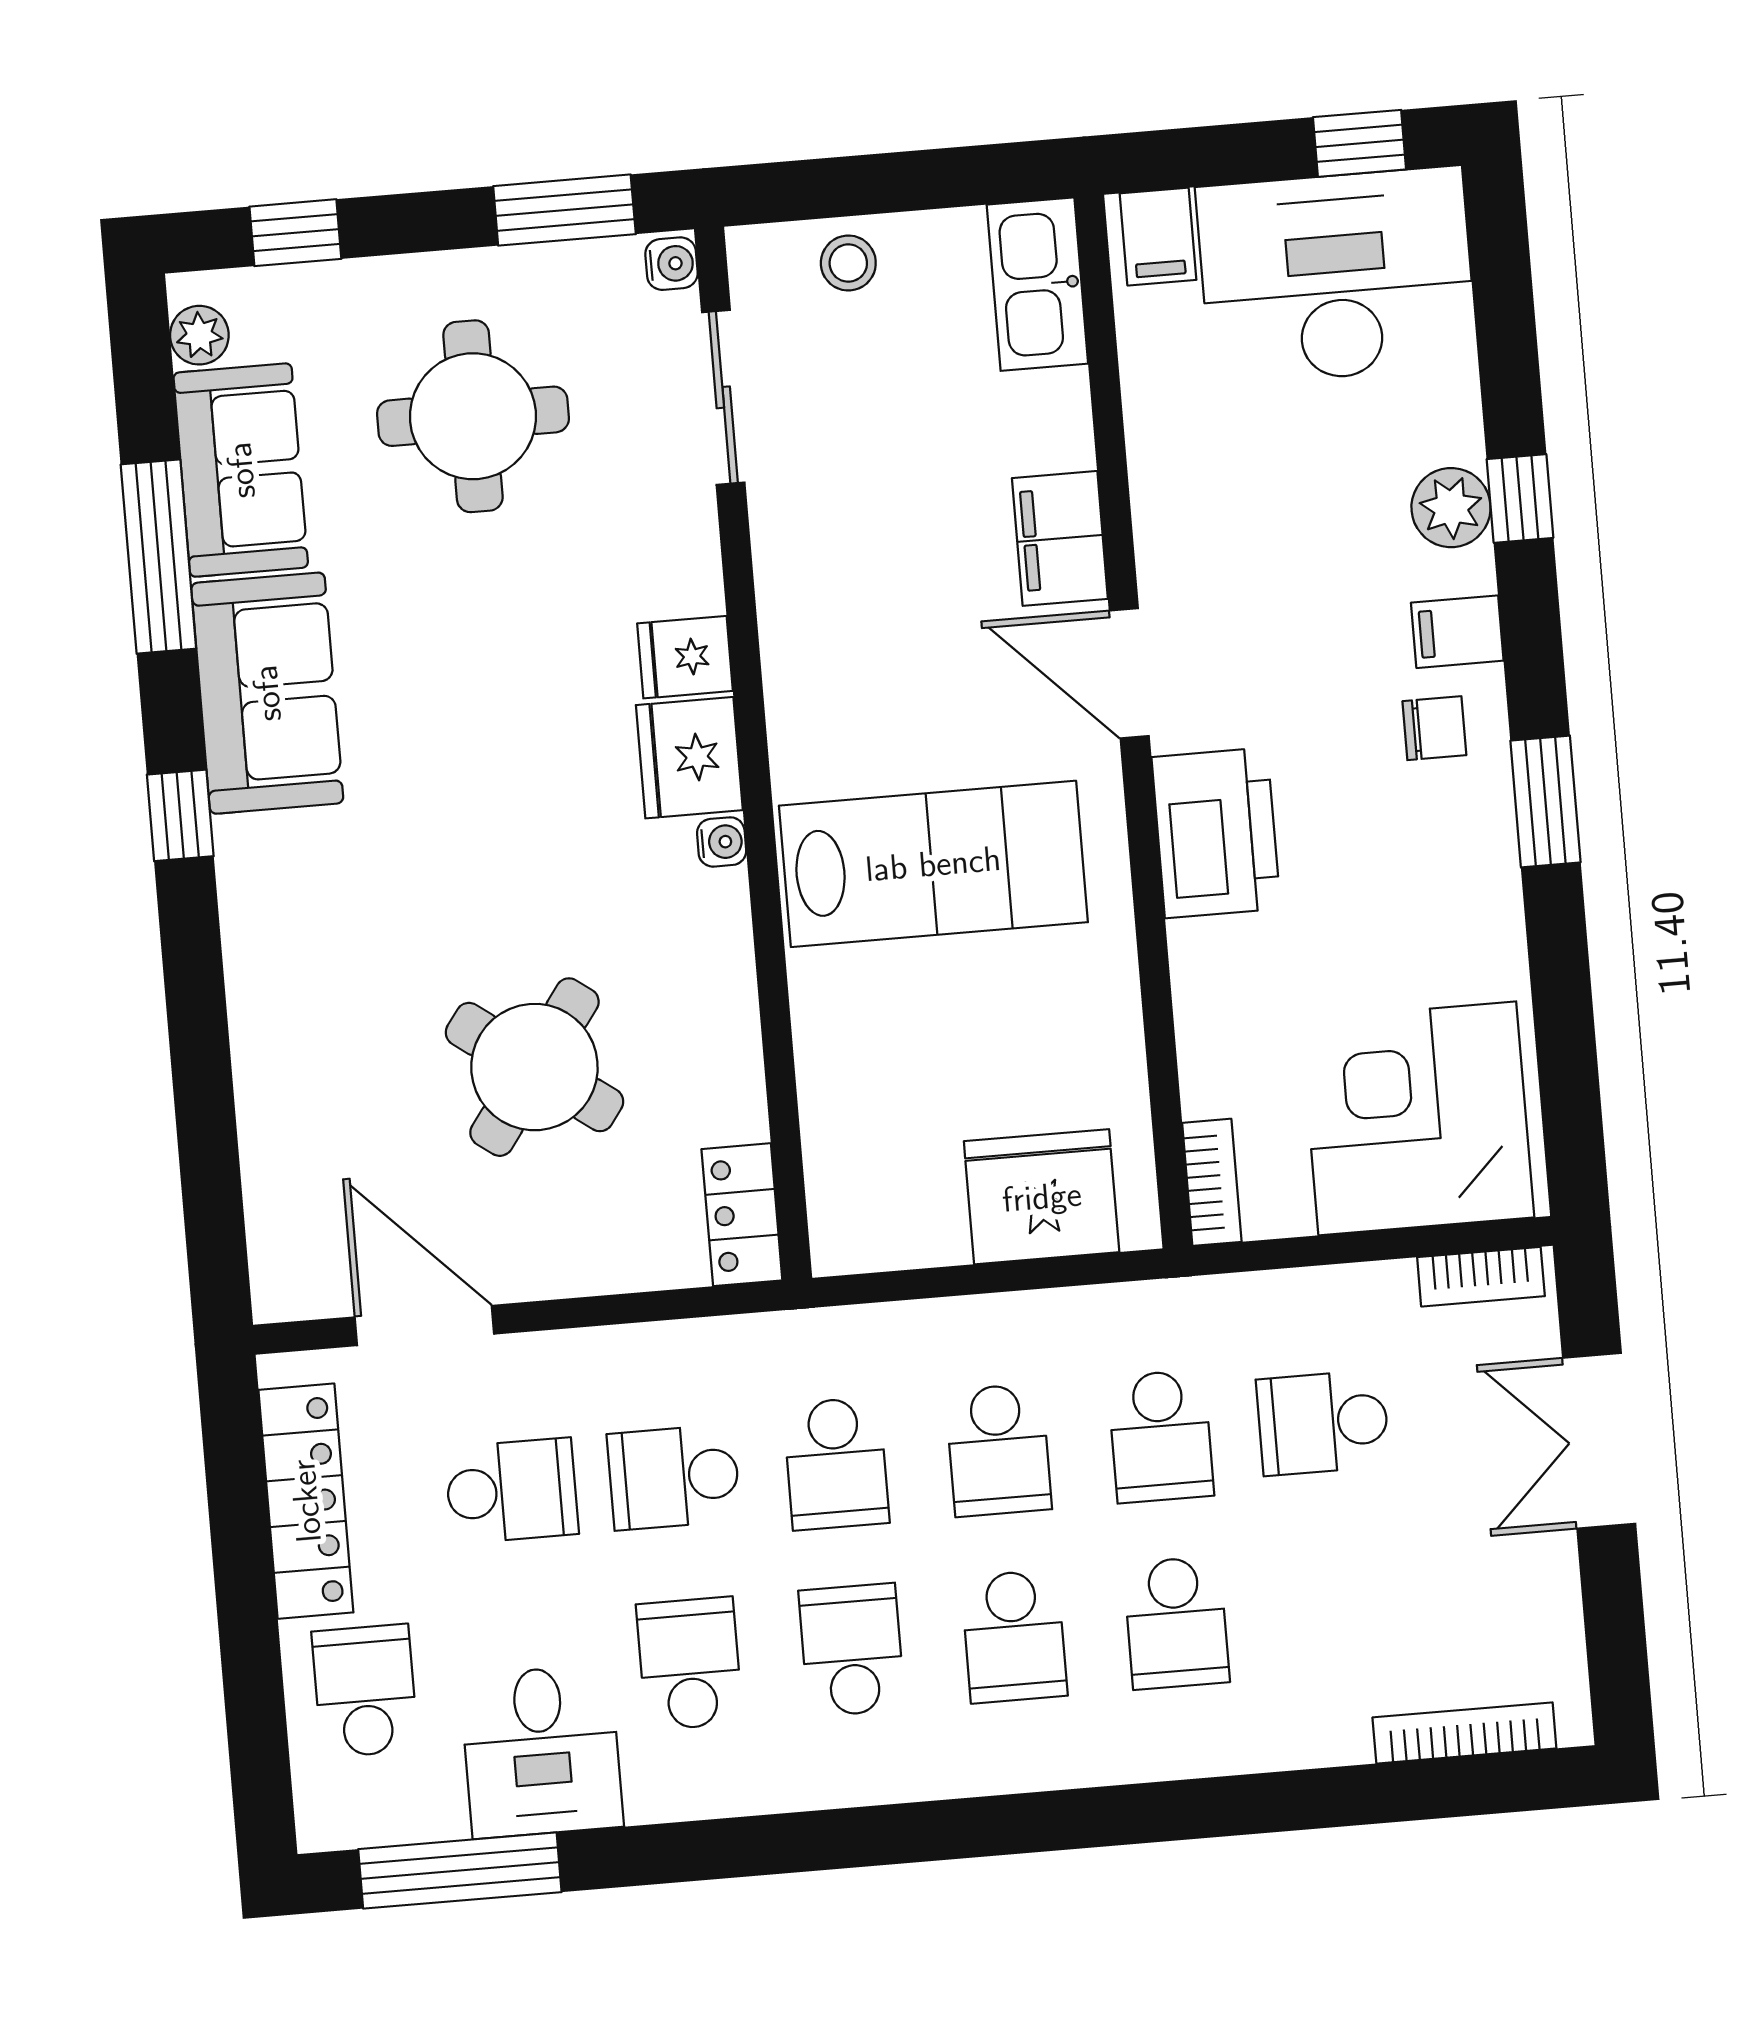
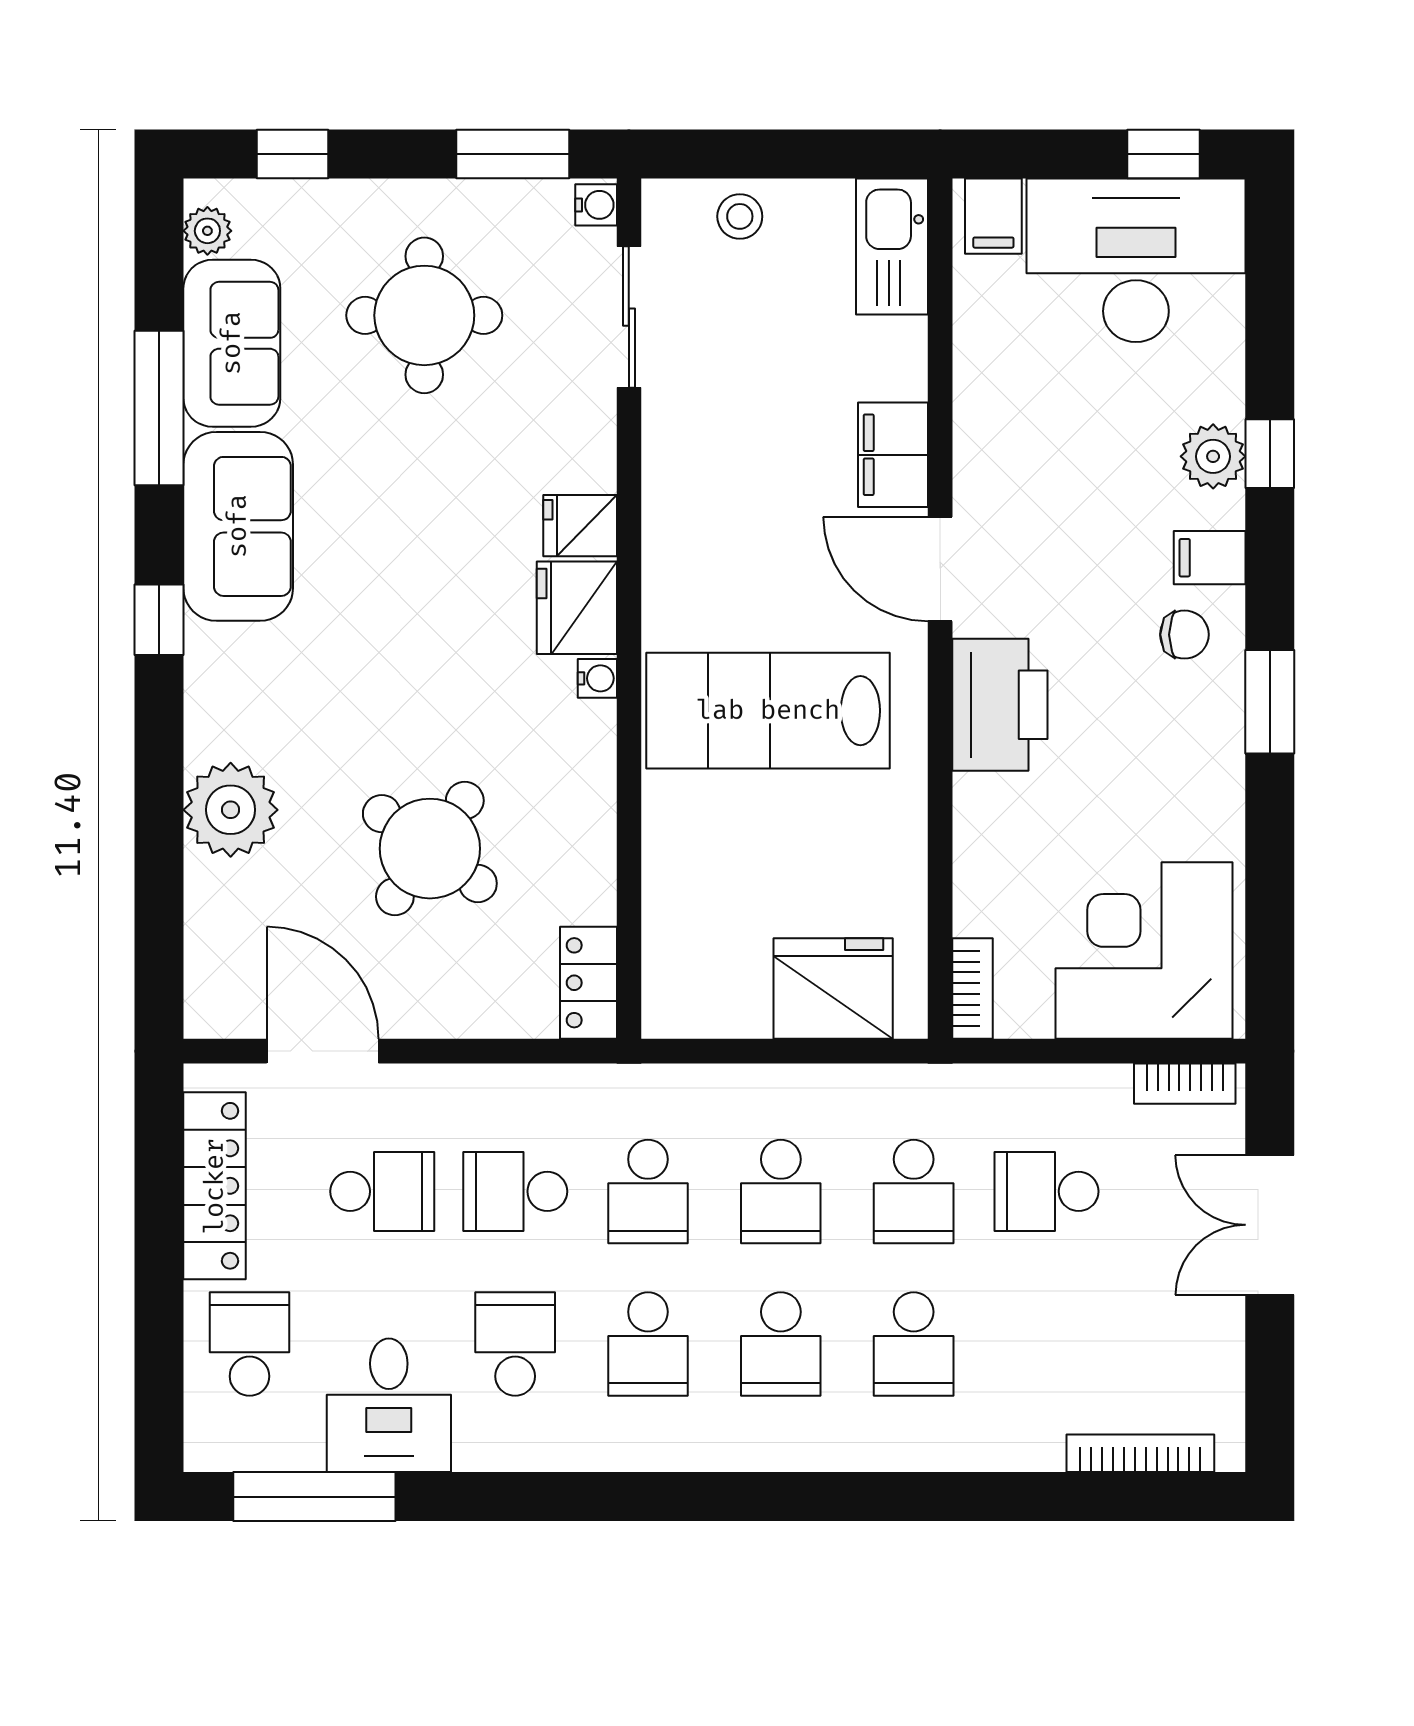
lab bench: (933, 864) -> (768, 711), turned 180
plant: (287, 1040) -> (231, 810), added
school desk: (852, 1650) -> (648, 1344), turned 180

